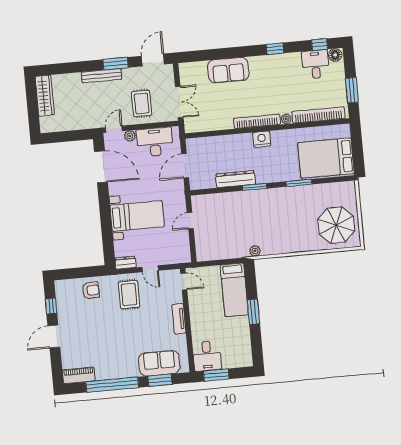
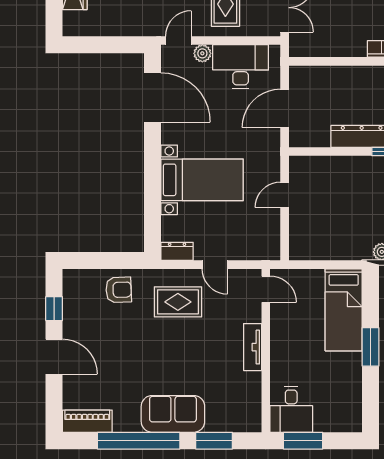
rug: (129, 295) -> (178, 302), turned 90
door: (54, 336) -> (54, 357), swing flipped
sofa: (159, 363) -> (173, 414), moved

